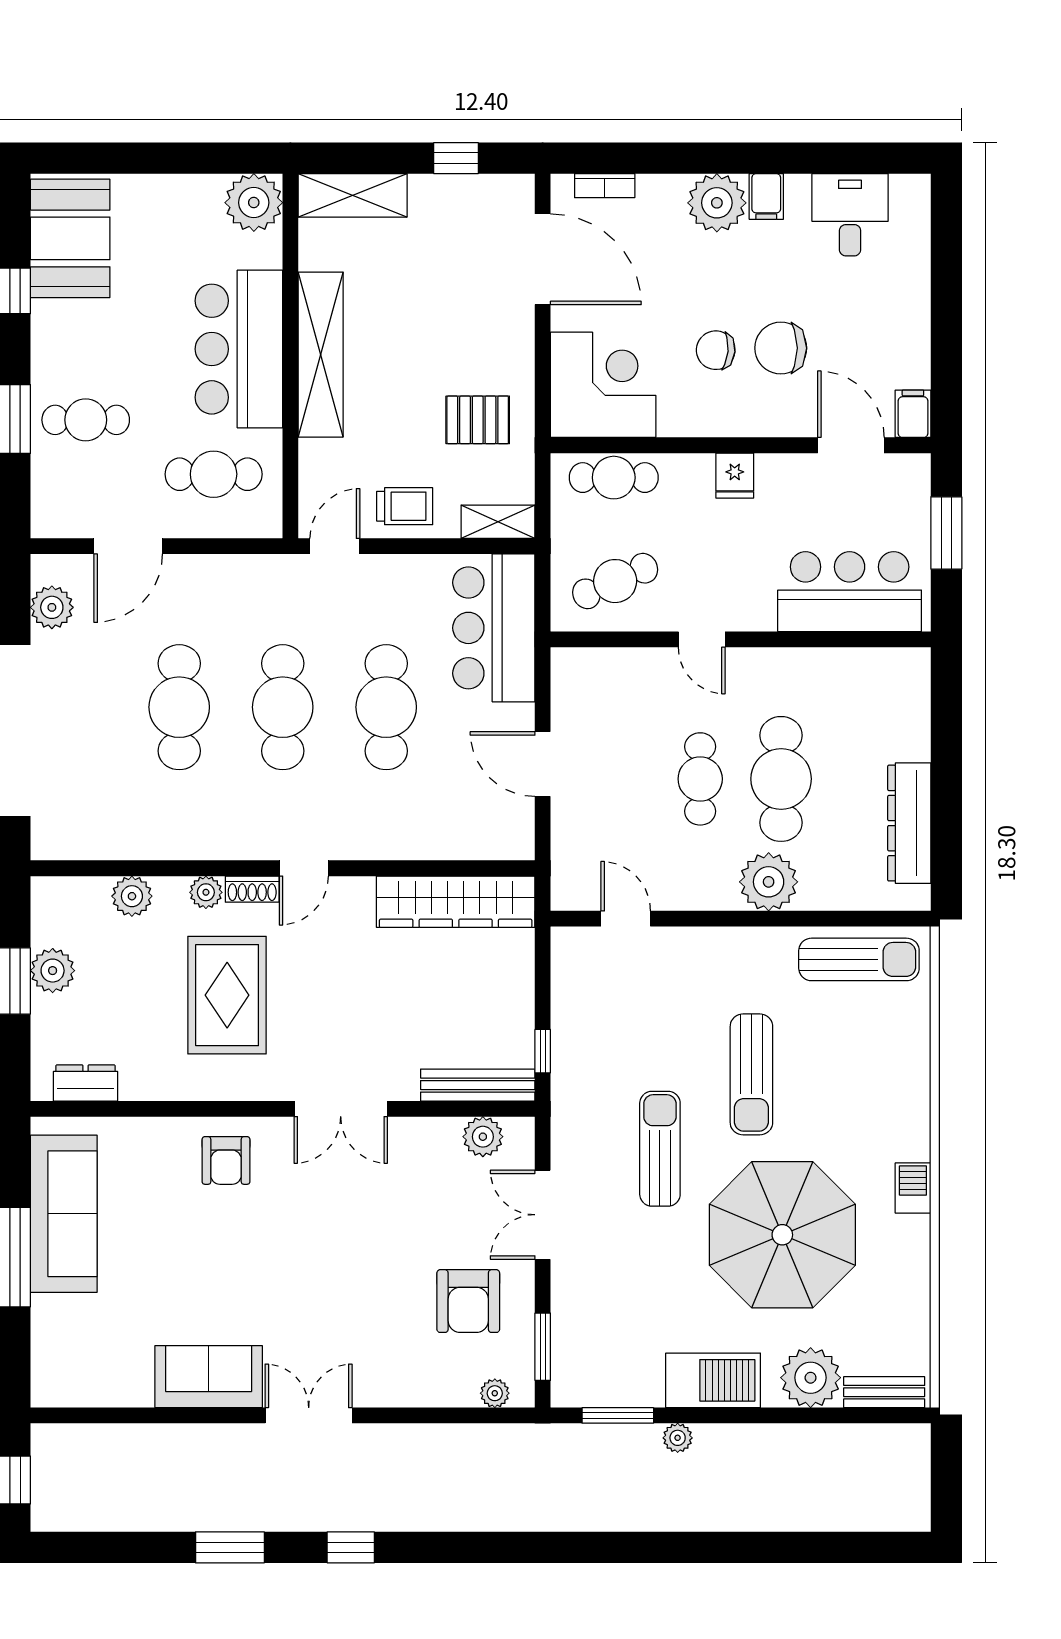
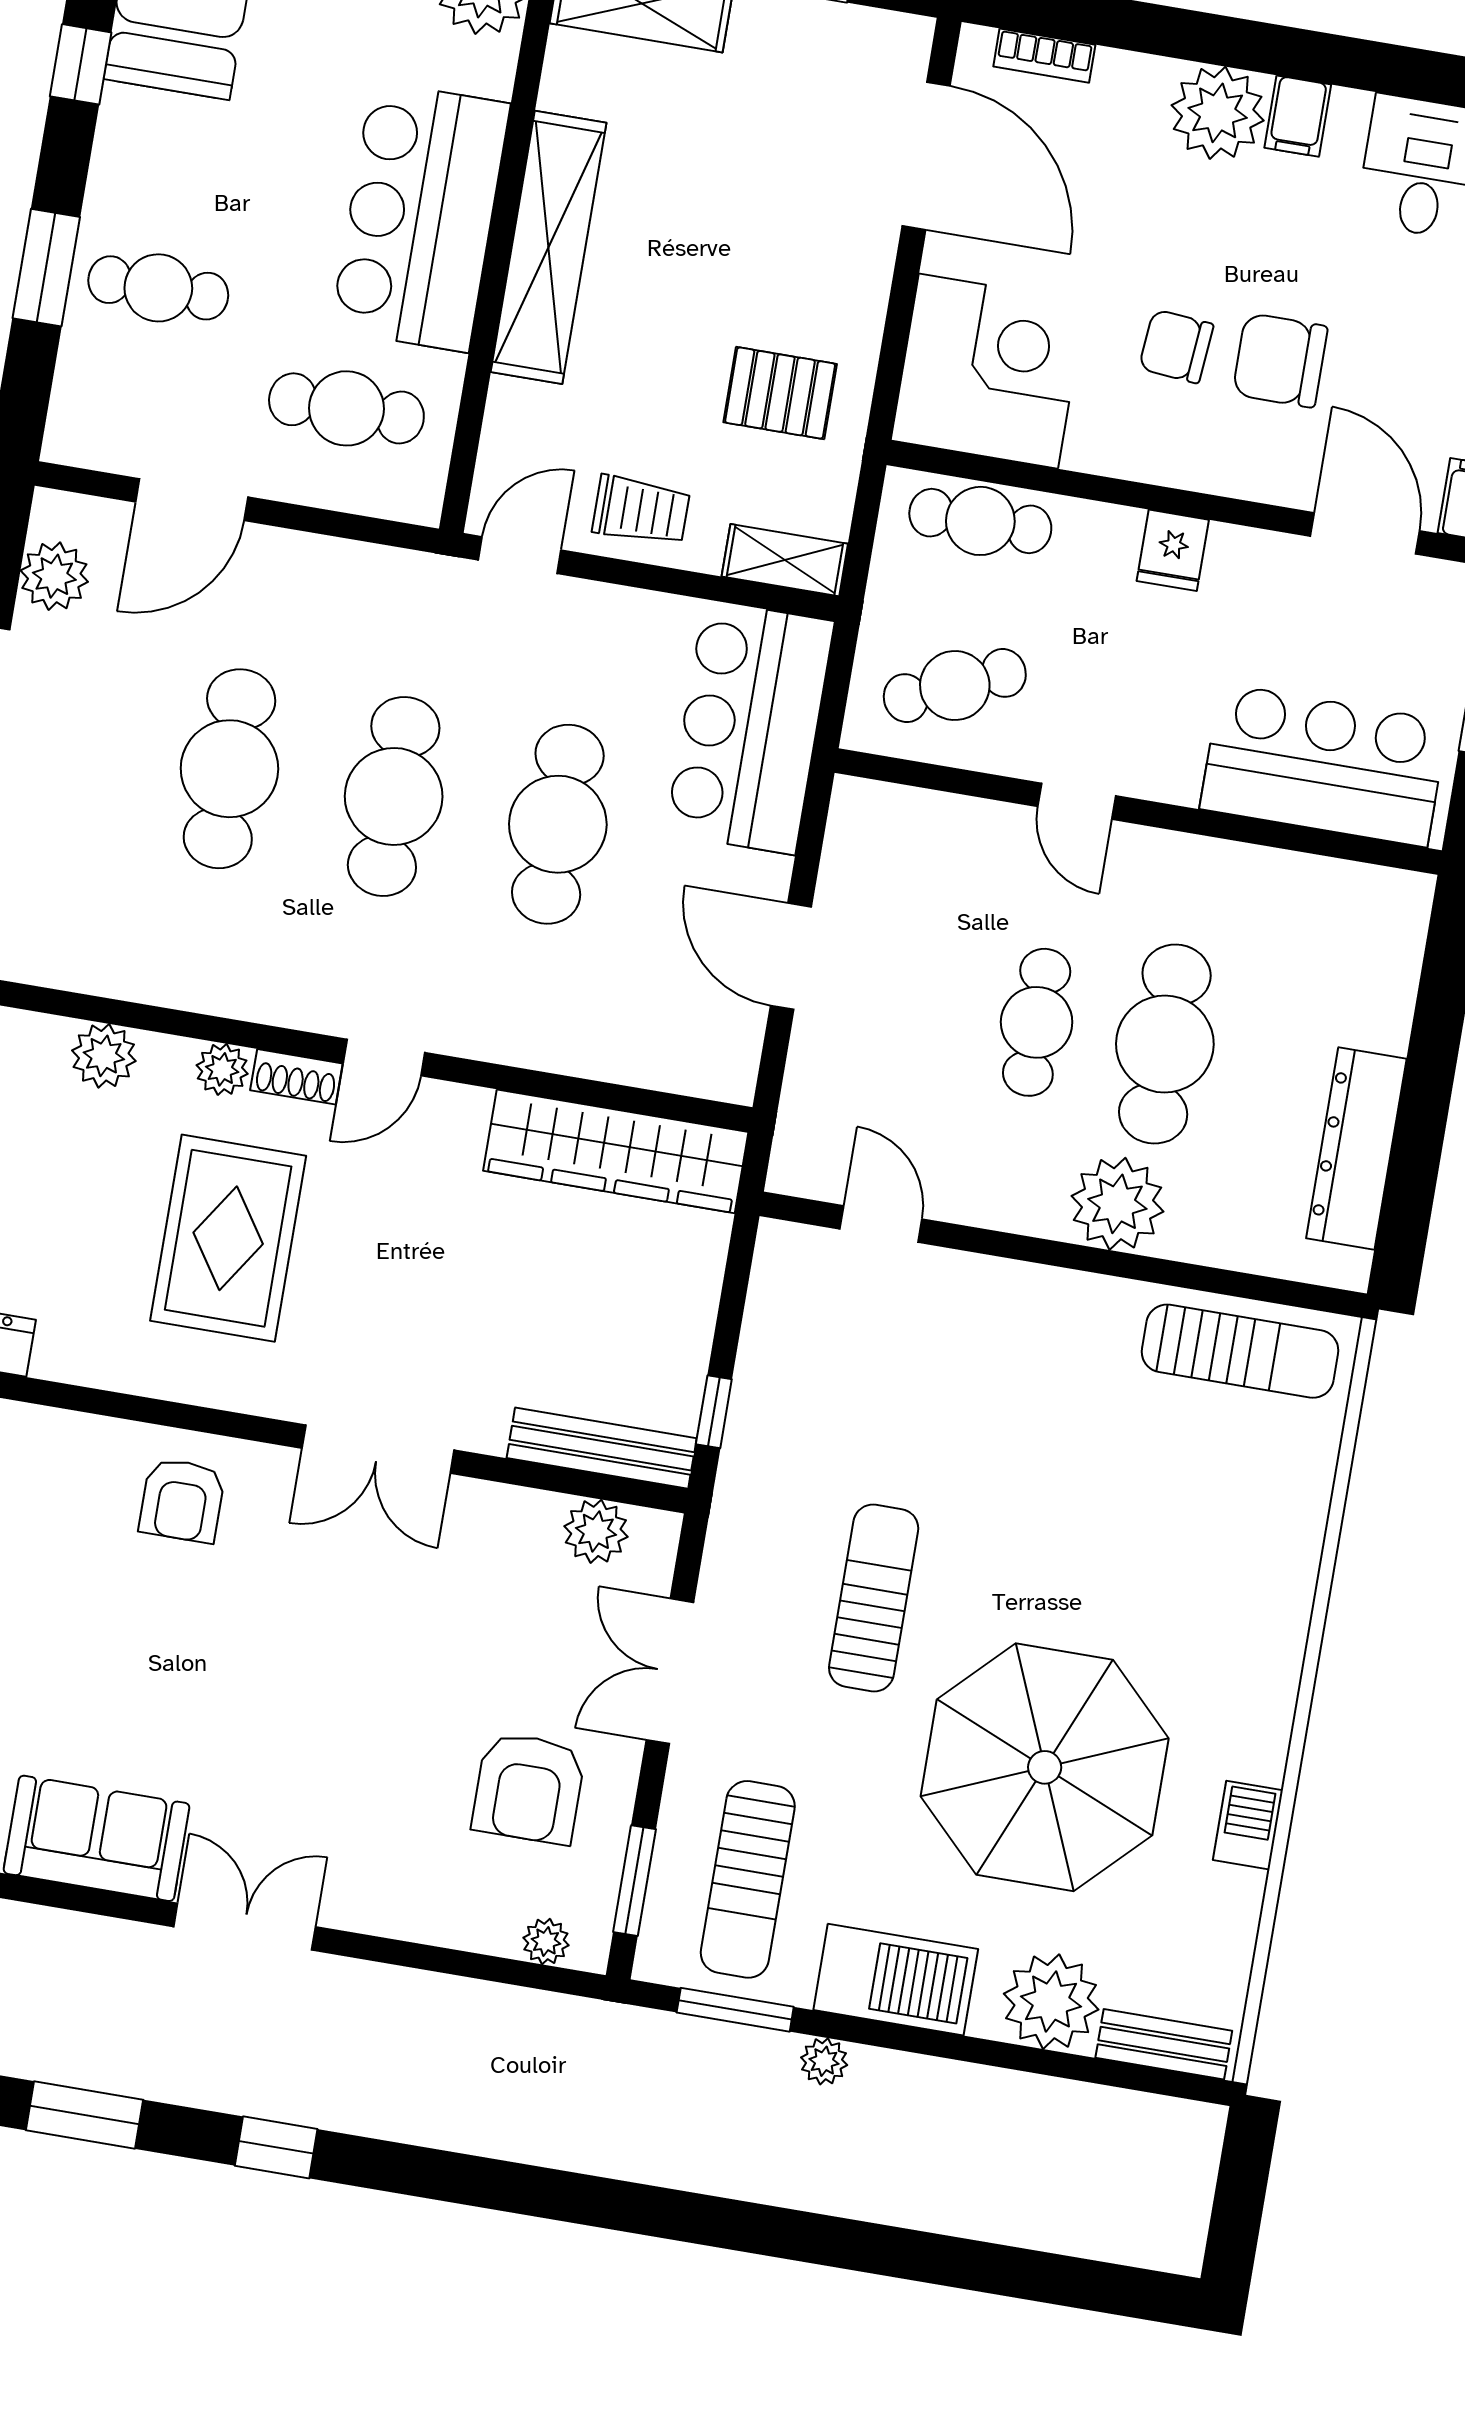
sun lounger: (751, 1074) -> (748, 1879), moved
barbecue: (913, 1188) -> (1248, 1825), moved

